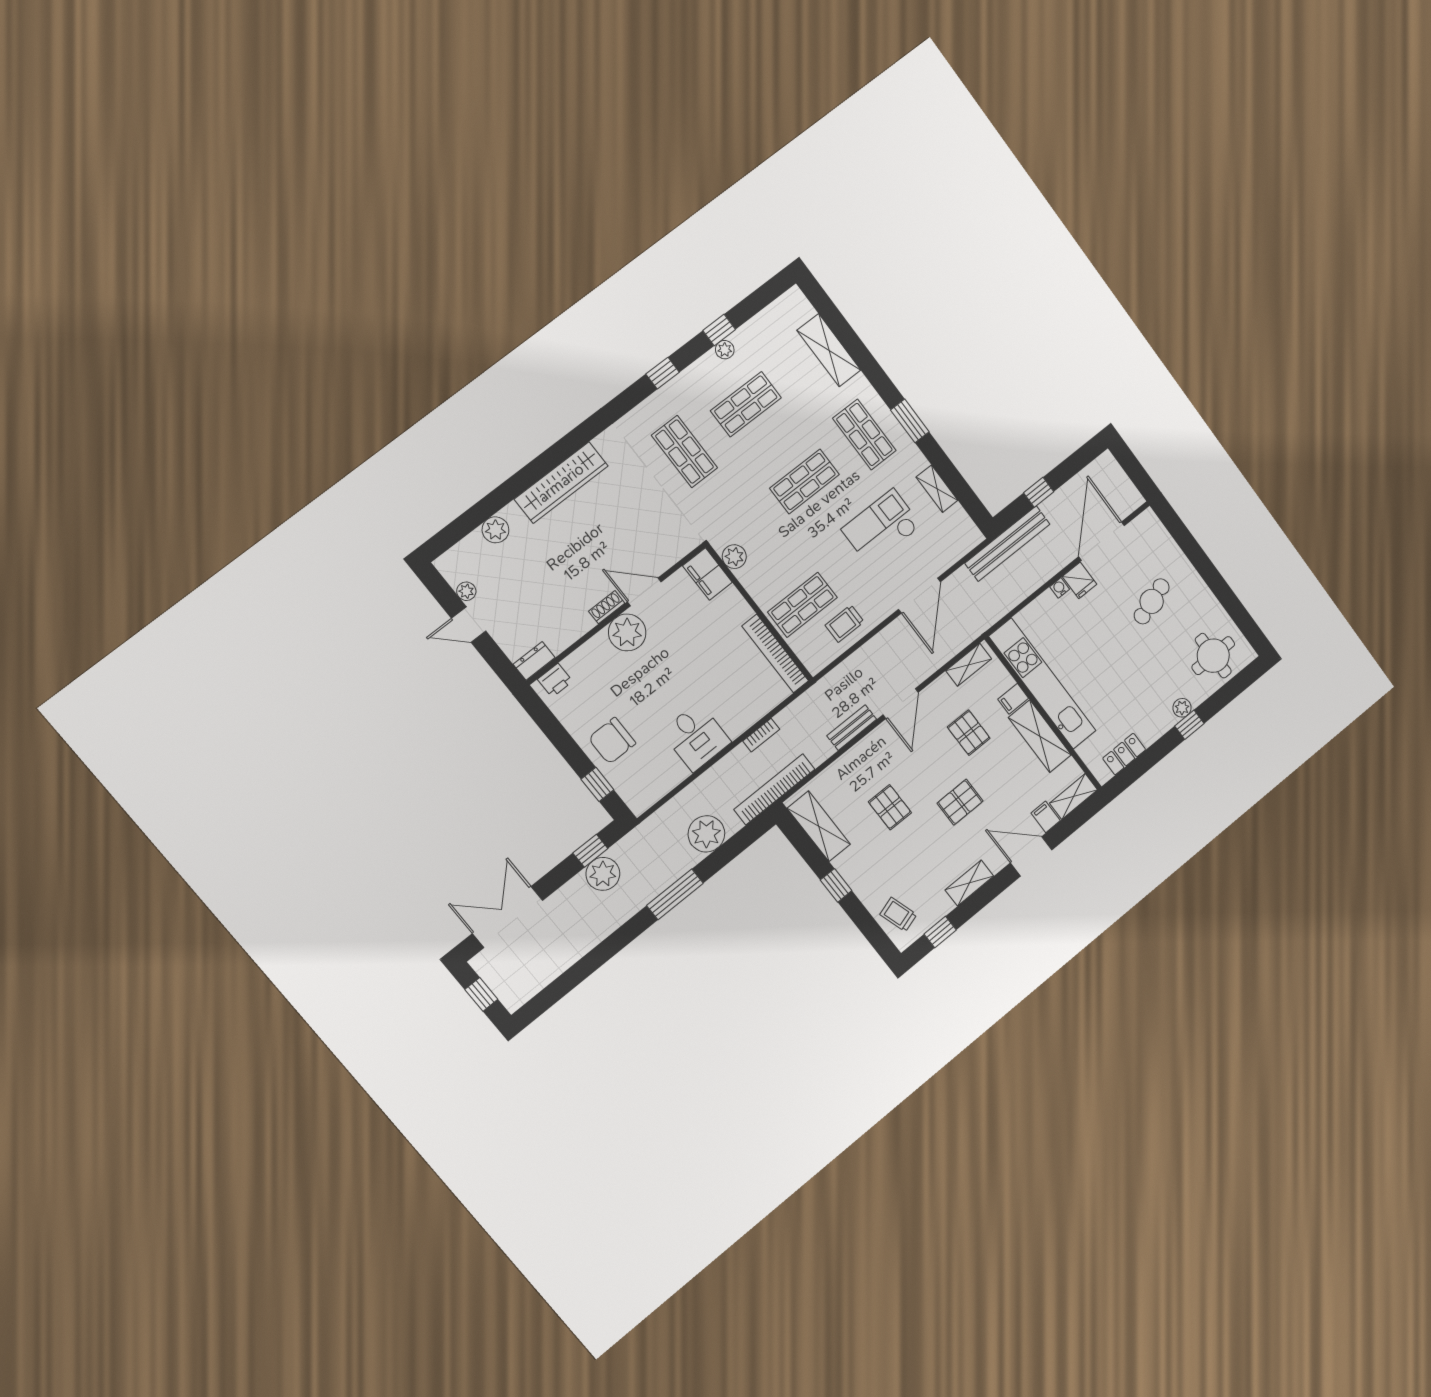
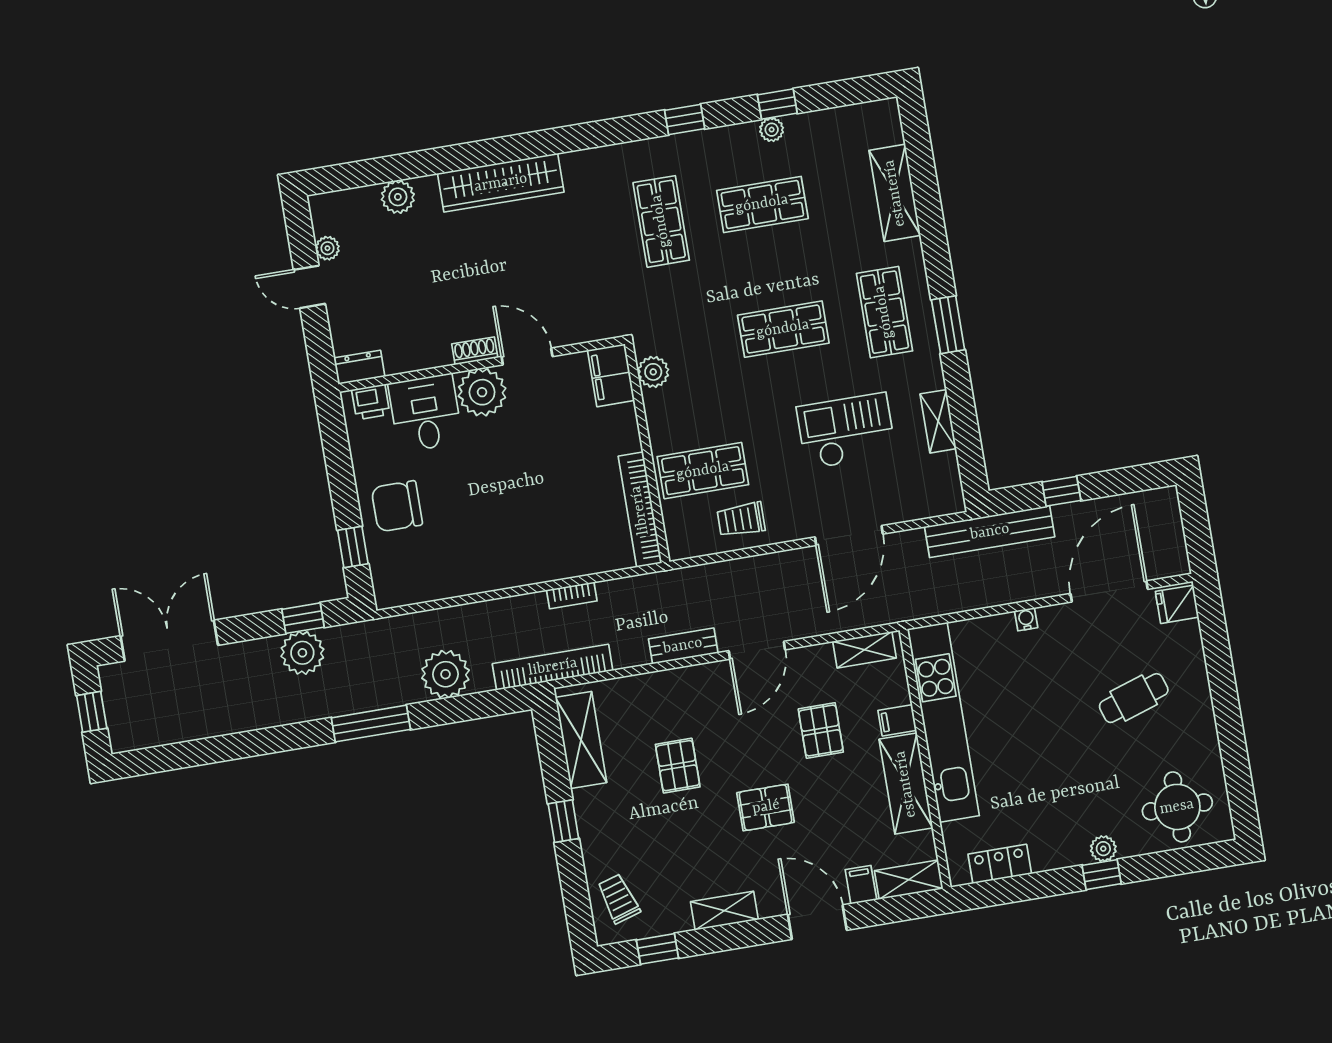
fridge: (1080, 580) -> (1177, 604), moved, turned 90
desk: (696, 737) -> (425, 413), moved, turned 180

